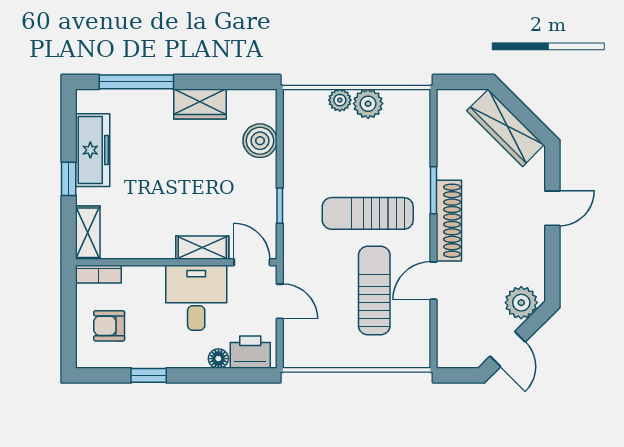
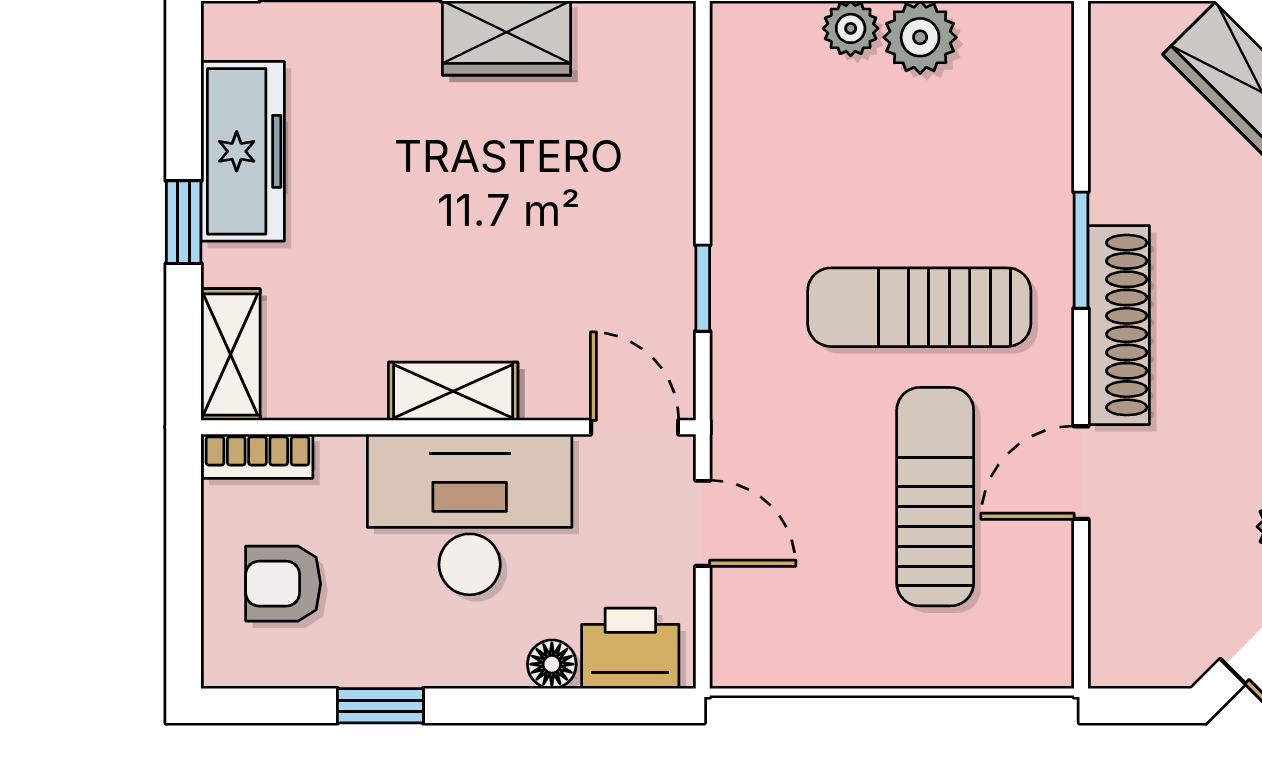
boiler: (260, 141) -> (654, 128), removed
shelving: (202, 248) -> (453, 391), moved
desk: (196, 298) -> (470, 514), width x1.37

